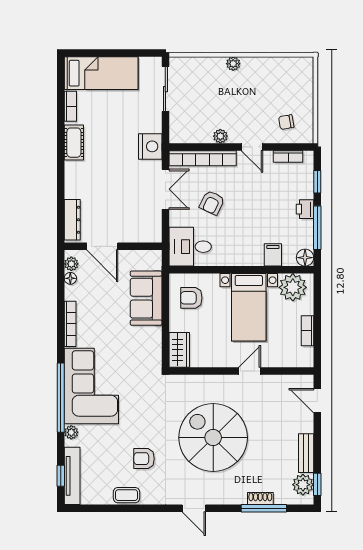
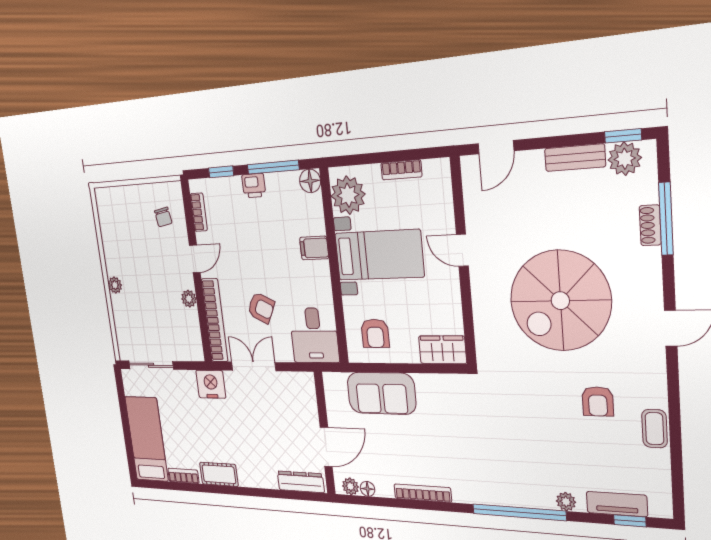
filing cabinet: (273, 255) -> (314, 248), moved
corner sofa: (91, 386) -> (500, 470), removed
tv unit: (72, 476) -> (617, 504), width x0.71

